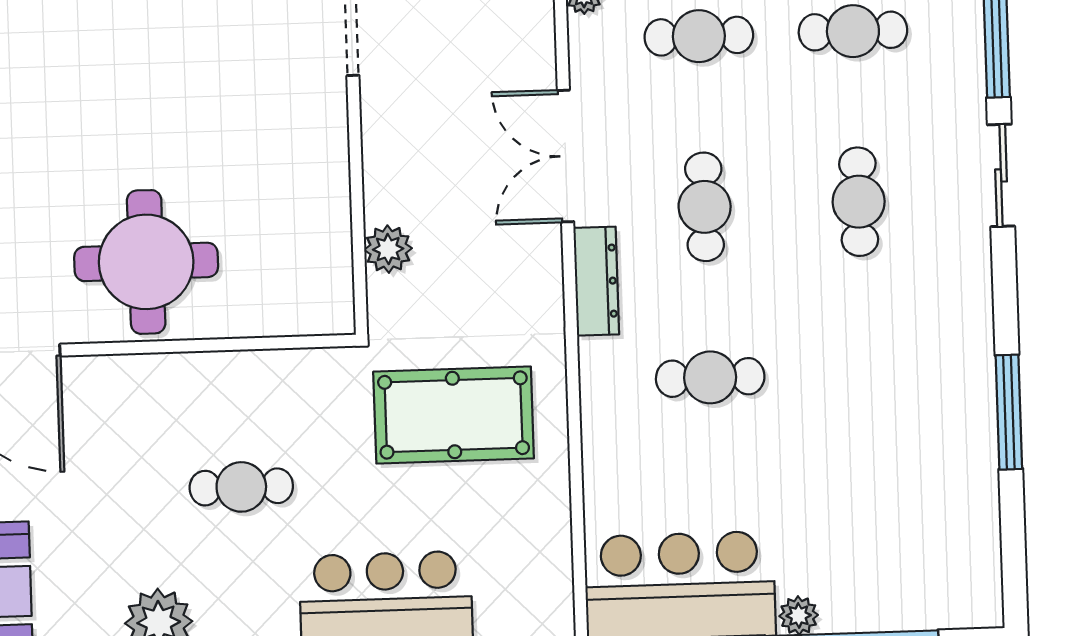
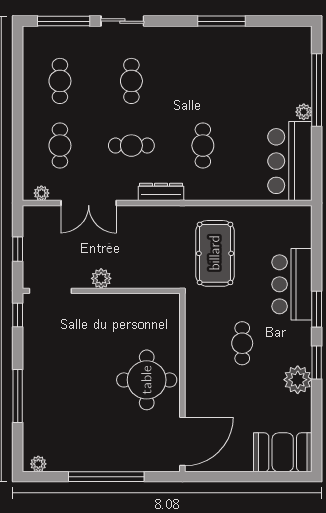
double door: (566, 156) -> (89, 203), moved
cafe table: (859, 202) -> (131, 81), turned 90
plant: (388, 249) -> (101, 278), moved

